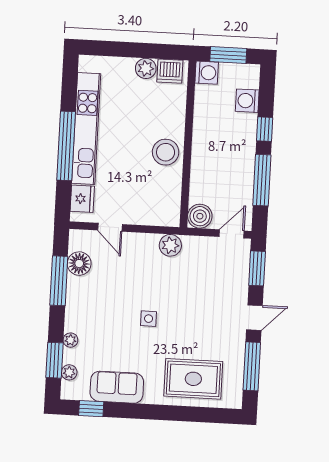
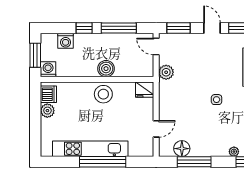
fridge: (82, 199) -> (145, 90), moved, turned 180
boiler: (200, 216) -> (106, 69), moved
plant: (170, 245) -> (166, 72), moved

